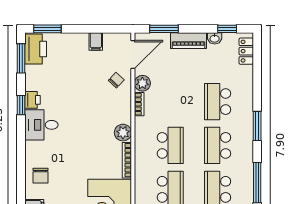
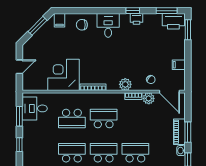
window: (164, 29) -> (188, 132), moved
desk: (41, 125) -> (108, 25), moved
plant: (123, 133) -> (125, 84), moved
school desk: (170, 145) -> (104, 119), turned 180

